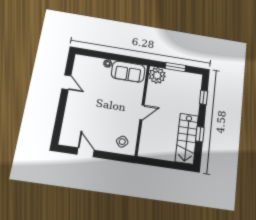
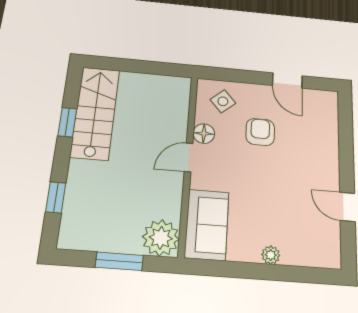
sofa: (128, 72) -> (207, 225), moved, turned 90
armchair: (105, 124) -> (260, 132), added
floor lamp: (134, 124) -> (204, 134), added

